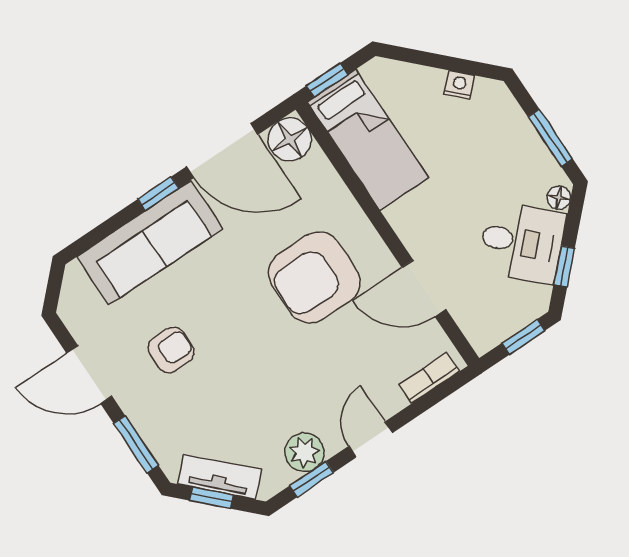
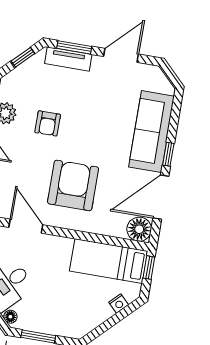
nightstand: (459, 85) -> (119, 304), moved
door: (424, 288) -> (26, 226), hinge flipped
armchair: (171, 350) -> (48, 123), moved
tv unit: (220, 477) -> (68, 59), moved, turned 45

